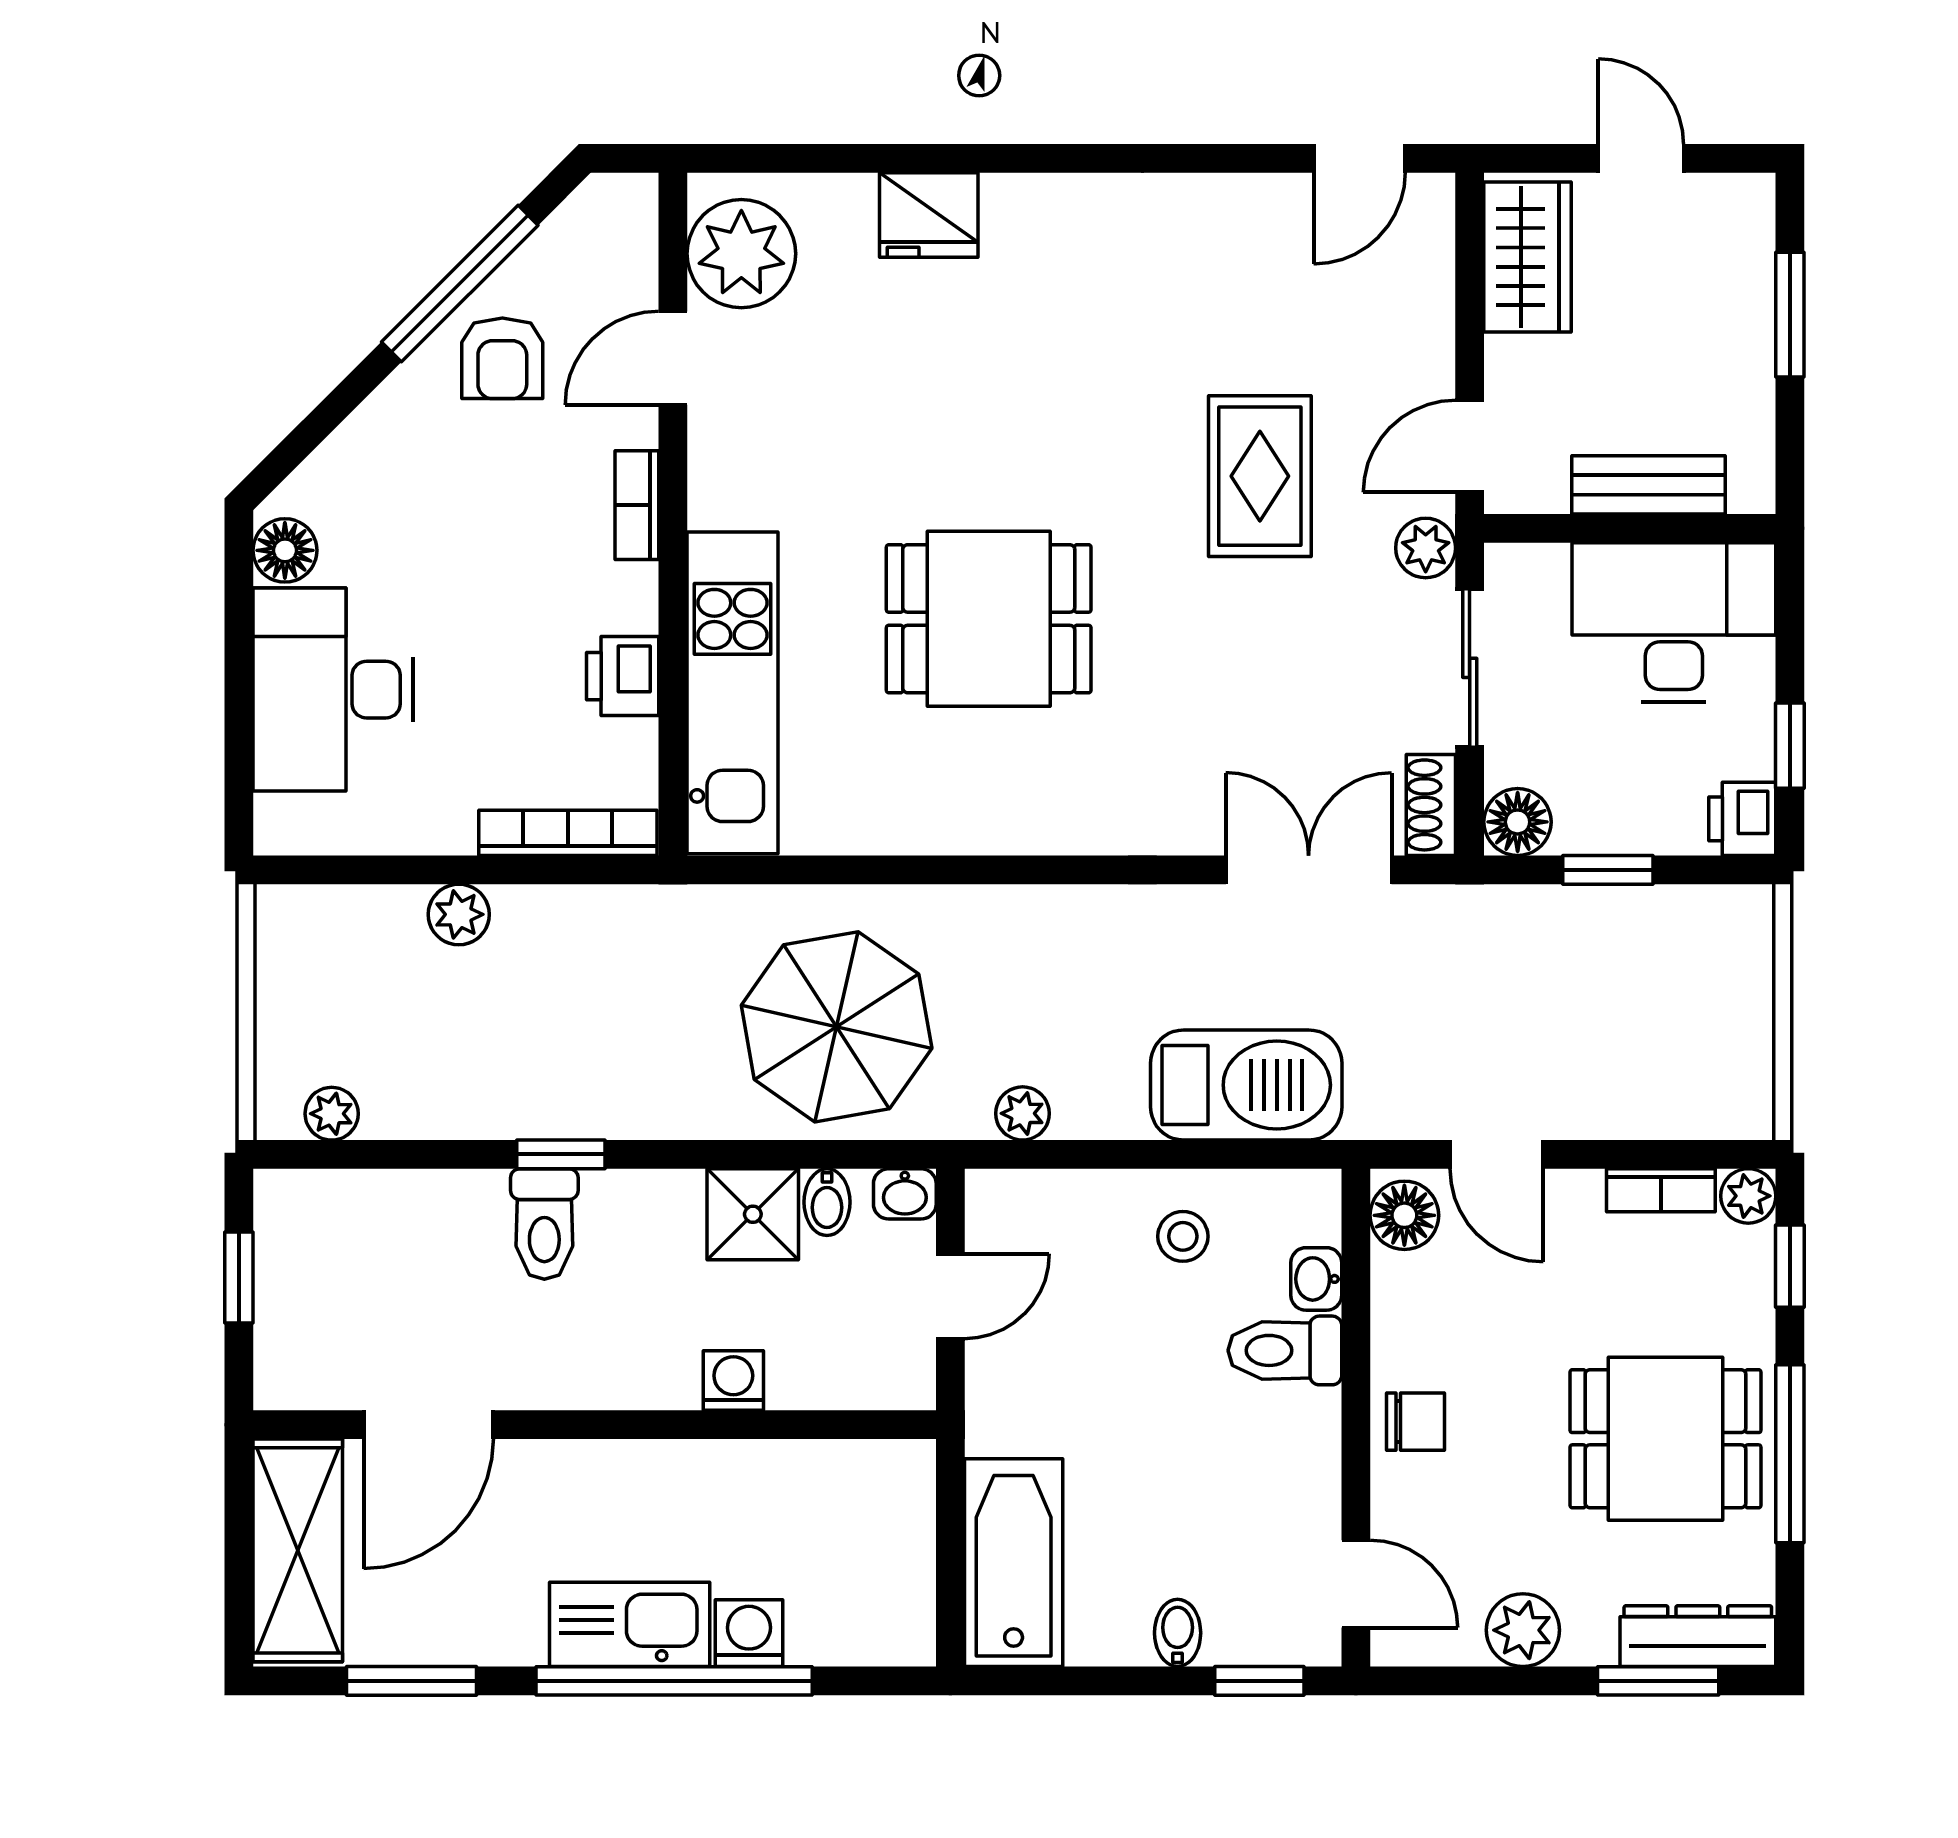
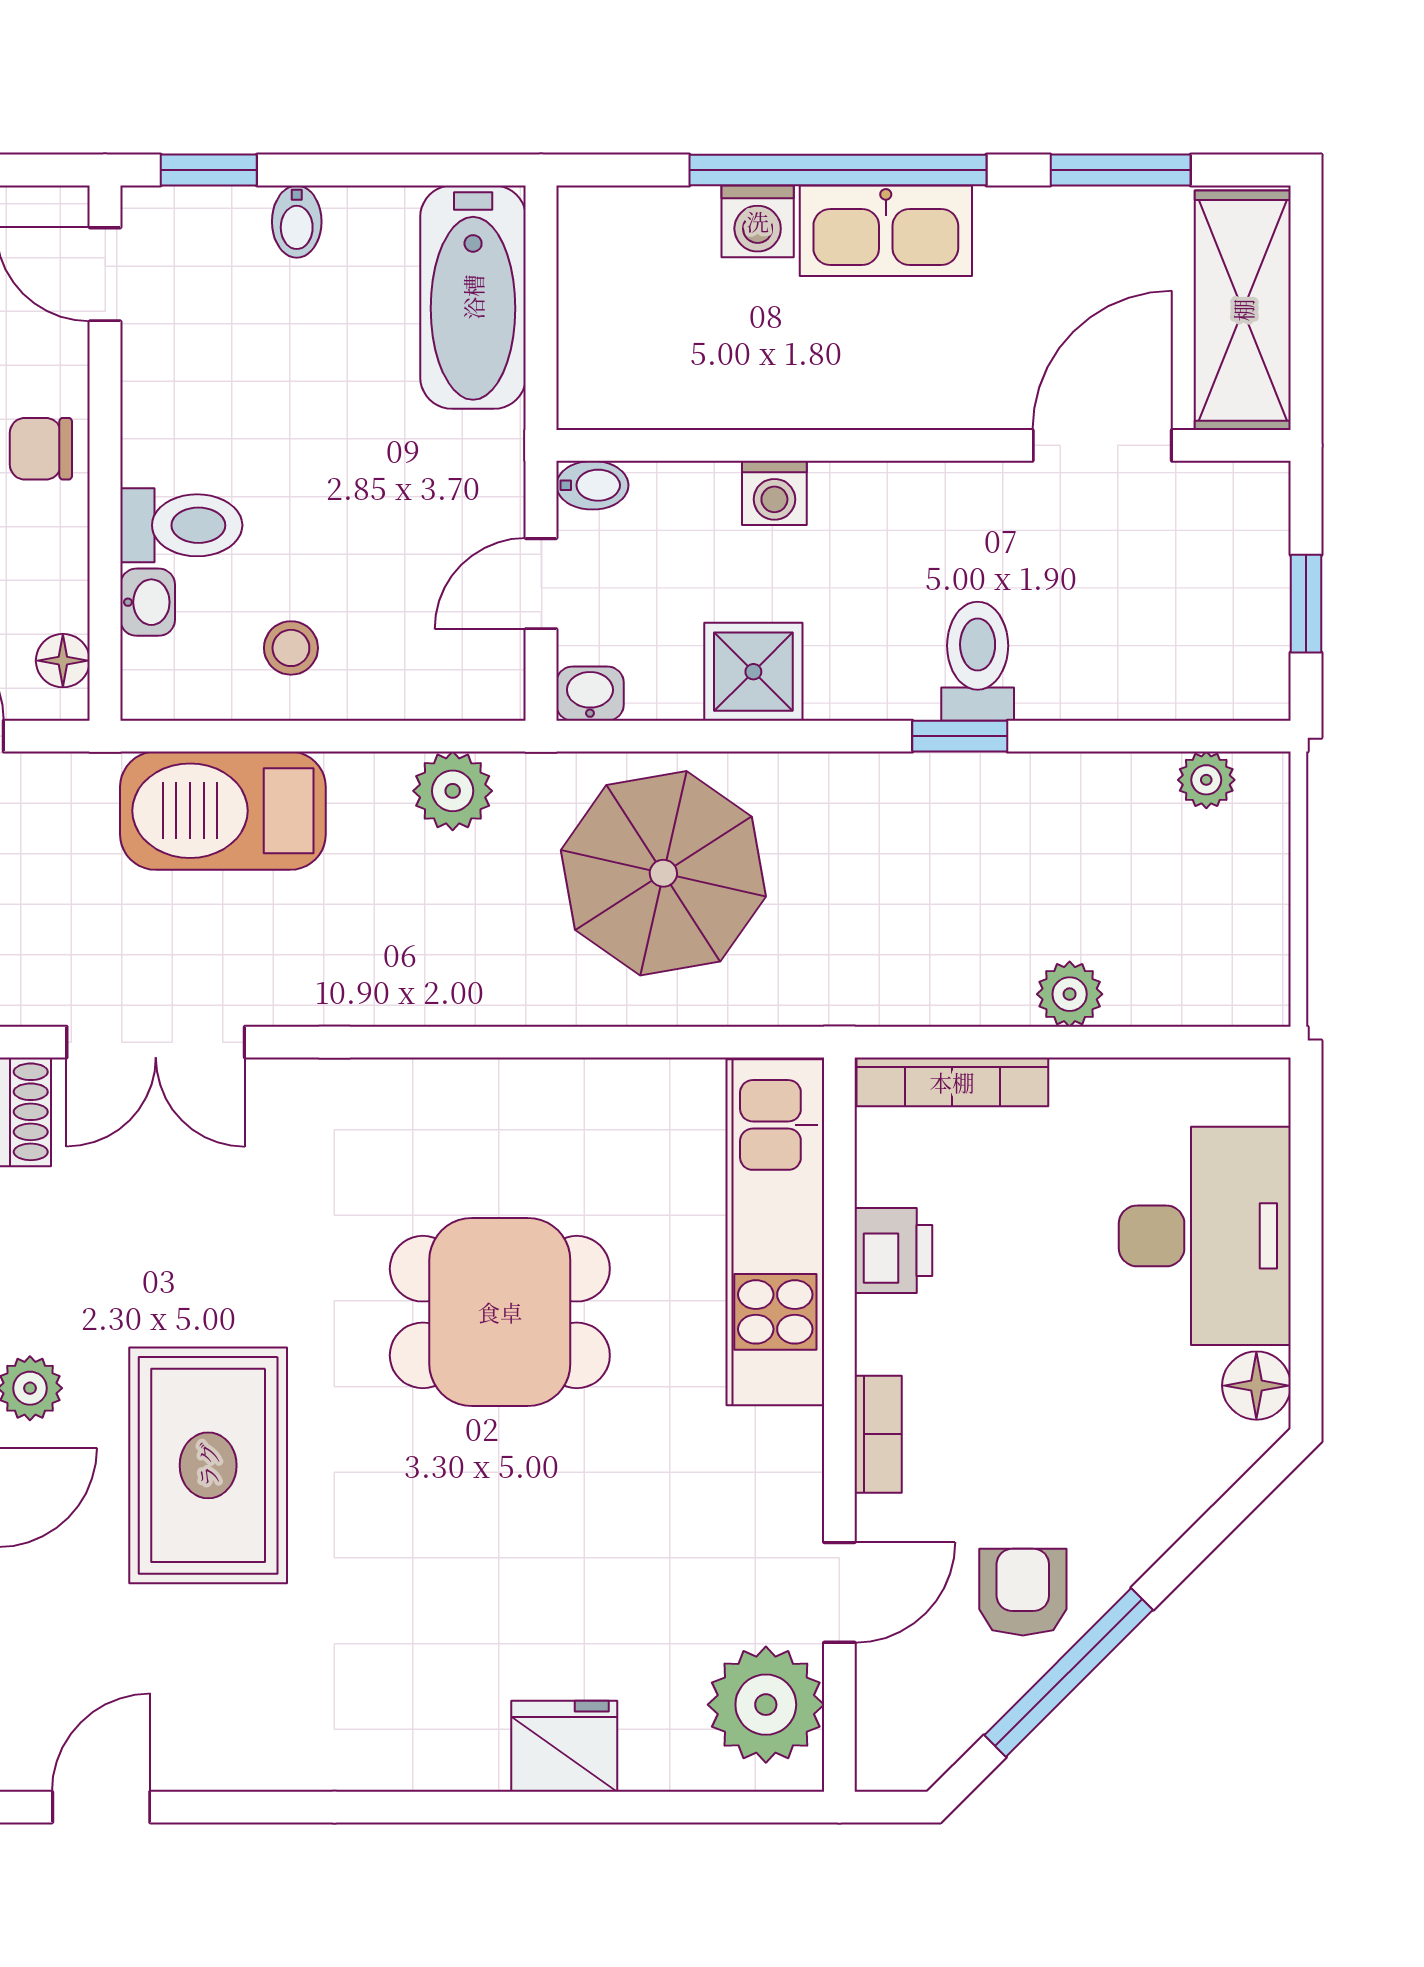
rug: (1260, 476) -> (208, 1465), width x1.36, depth x1.43
plant: (1023, 1113) -> (453, 791), width x1.38, depth x1.38
bidet: (827, 1202) -> (592, 485), moved, turned 90
floor lamp: (1404, 1215) -> (63, 661), width x0.73, depth x0.73

